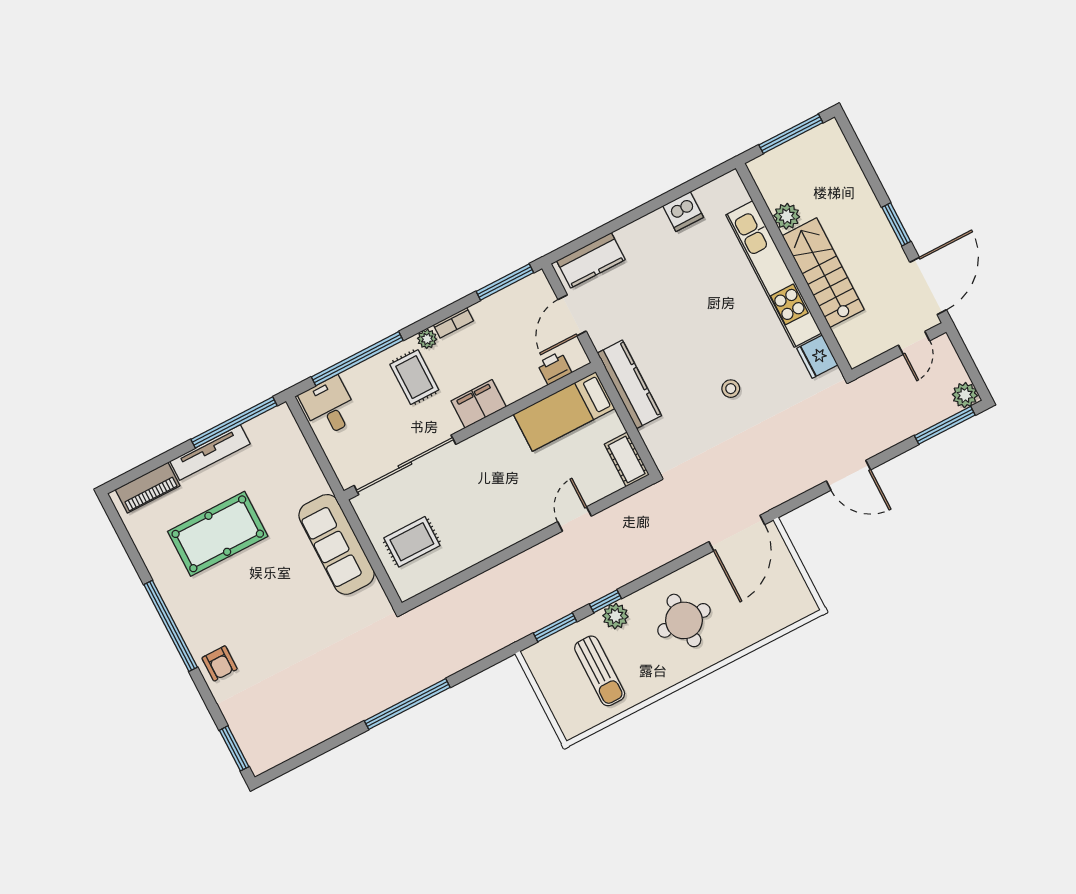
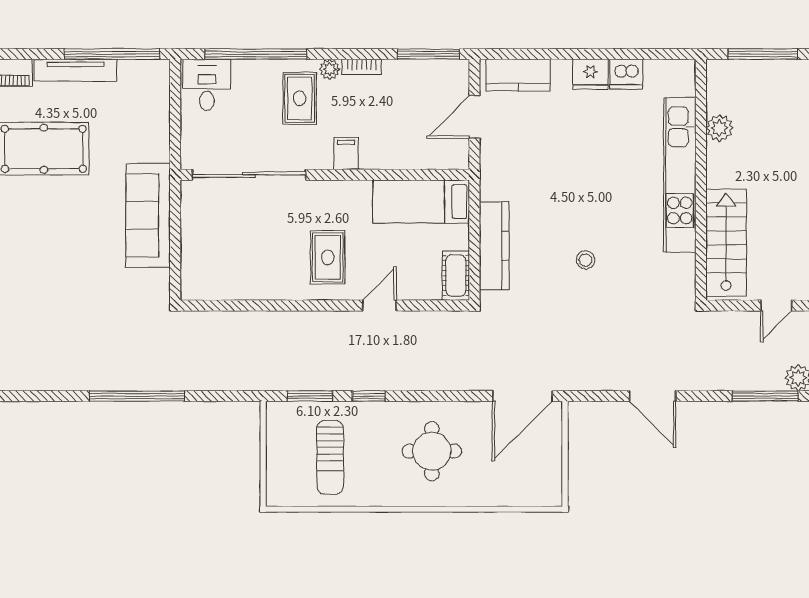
stairs: (823, 273) -> (726, 243), moved
fridge: (817, 357) -> (590, 74), moved, turned -90
printer: (554, 368) -> (433, 157), removed
kitchen counter: (629, 384) -> (494, 246), moved
filing cabinet: (479, 404) -> (346, 154), width x0.50
rug: (412, 542) -> (328, 257), moved, turned 90
plant: (615, 616) -> (371, 414), removed

